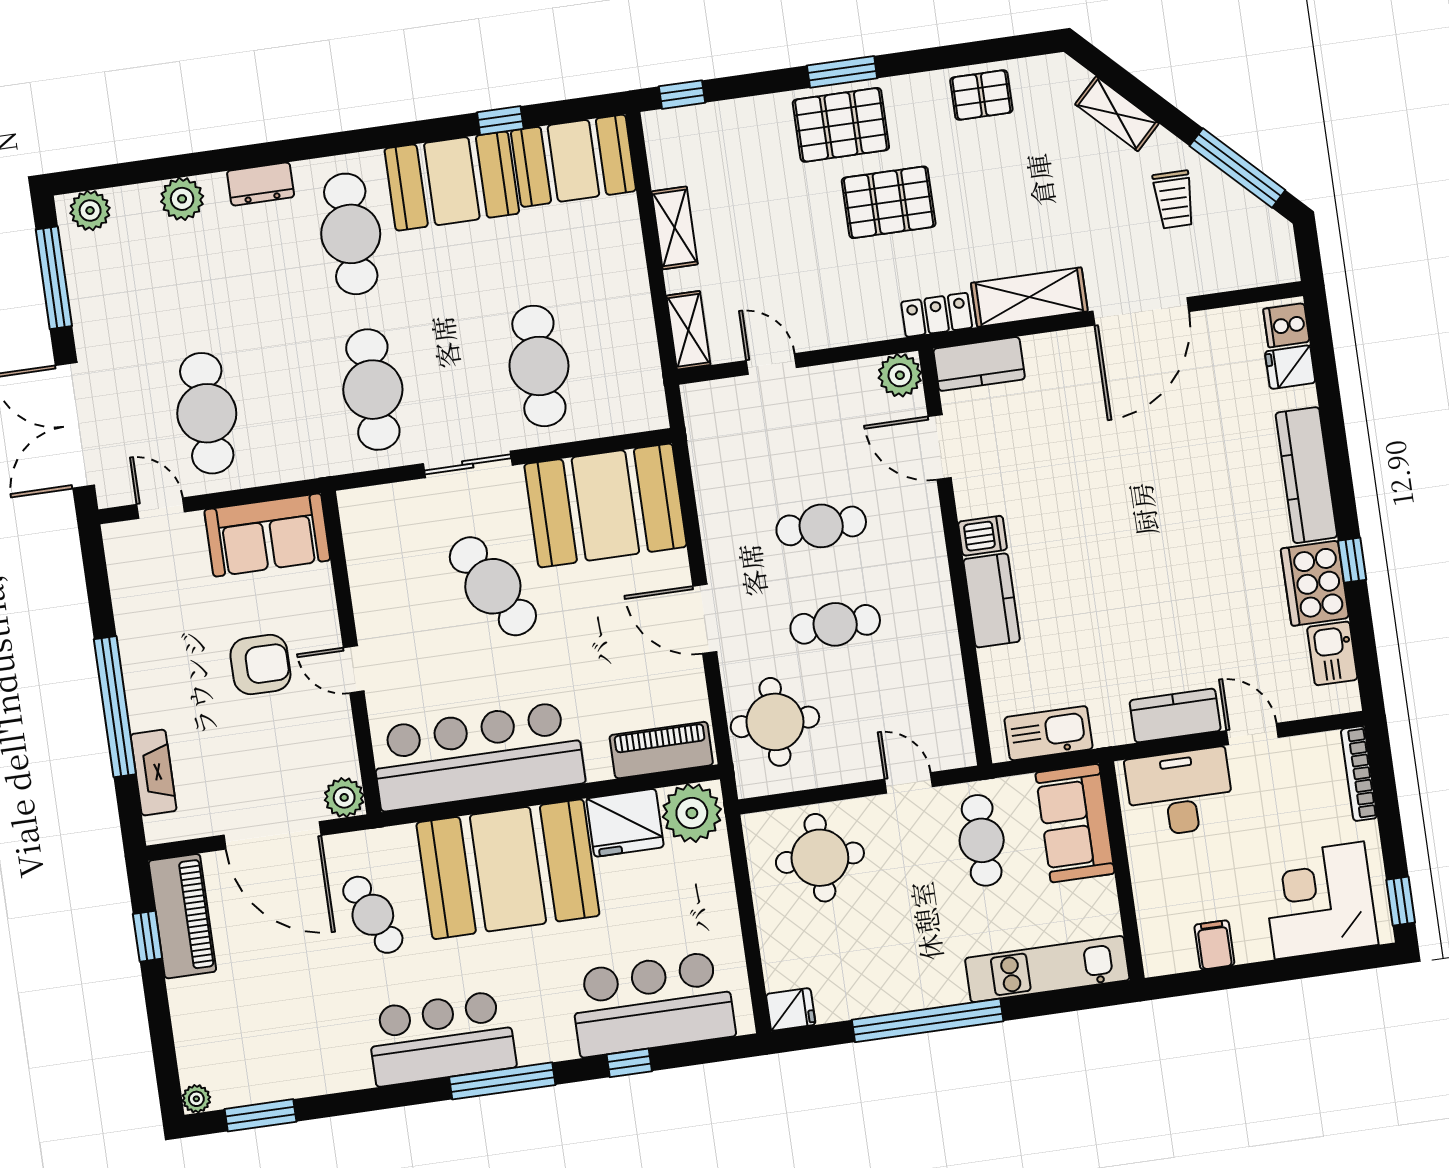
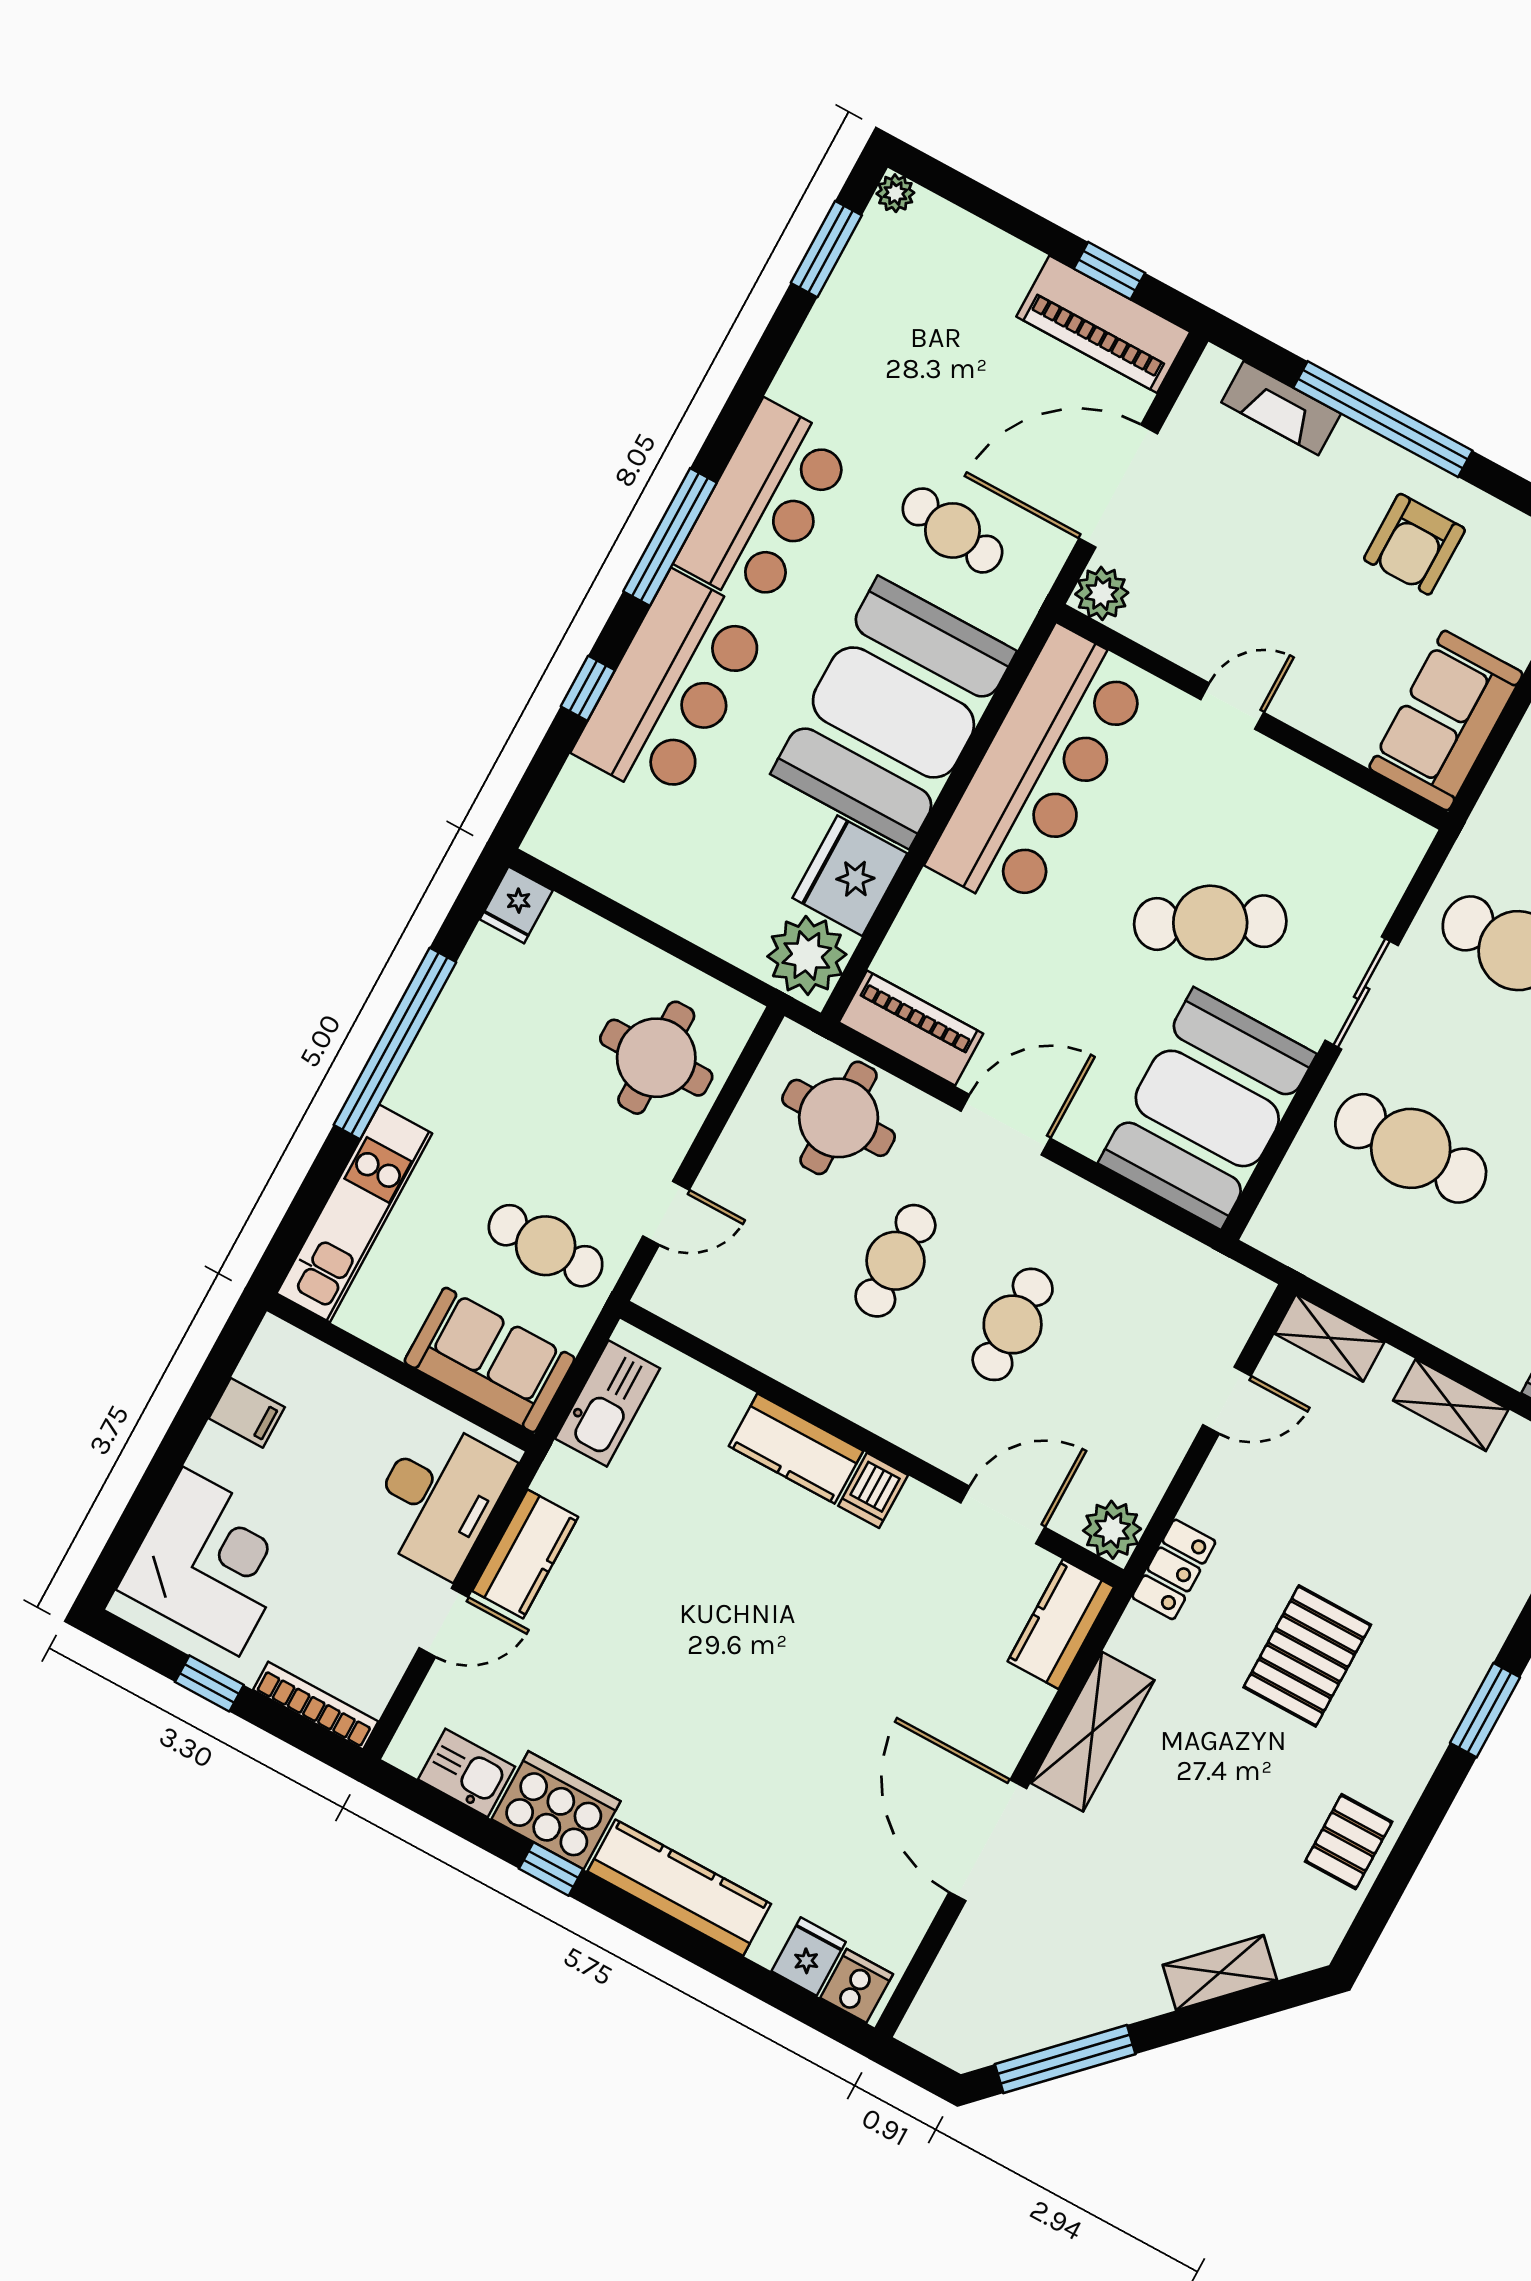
pallet: (841, 125) -> (1429, 1667), removed
trolley: (1174, 199) -> (1082, 1965), removed
locker: (937, 315) -> (1174, 1569), moved
armchair: (260, 665) -> (1414, 544), moved
piano: (661, 750) -> (911, 1028), moved, turned -90
window: (1401, 901) -> (209, 1683), moved
cafe table: (373, 915) -> (952, 530), turned 32
bar counter: (652, 1004) -> (672, 688), moved

